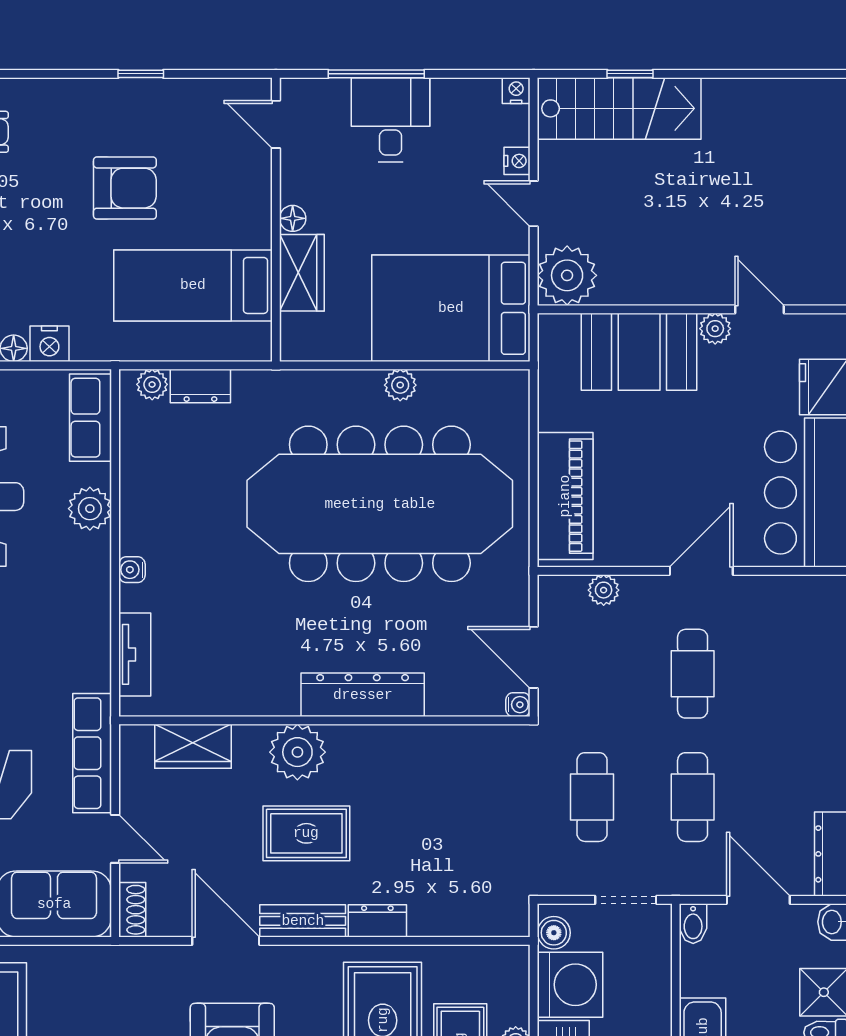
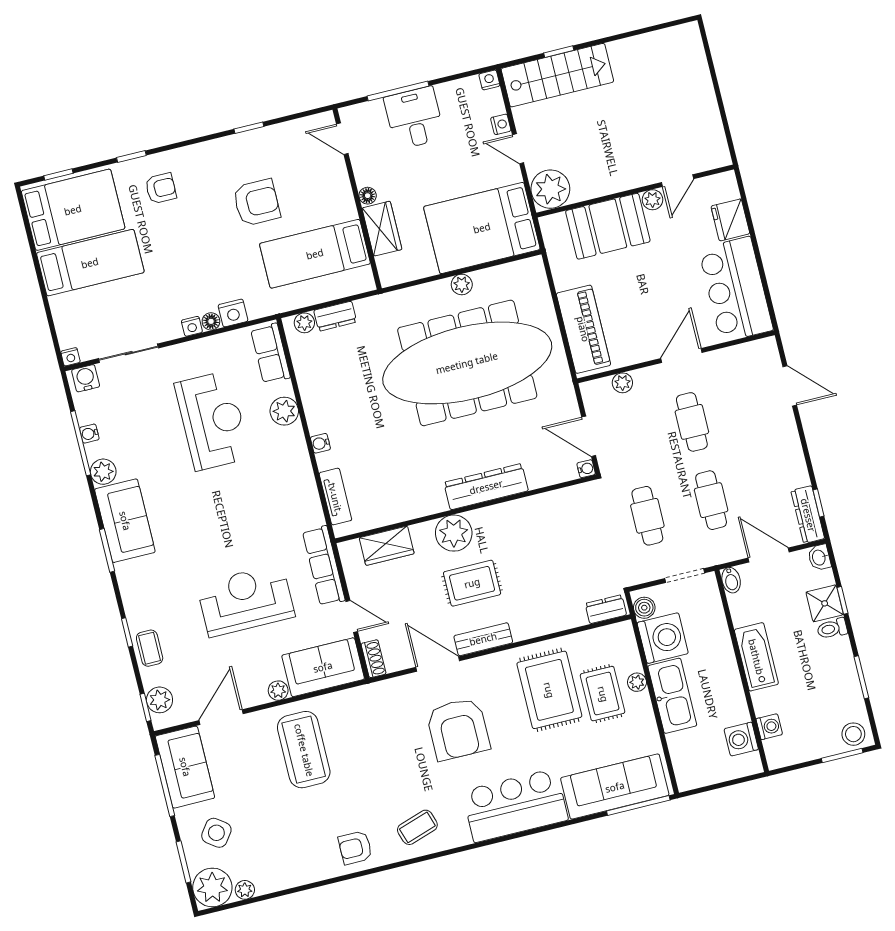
door: (759, 309) -> (678, 181), swing flipped
dresser: (377, 921) -> (606, 609), moved

